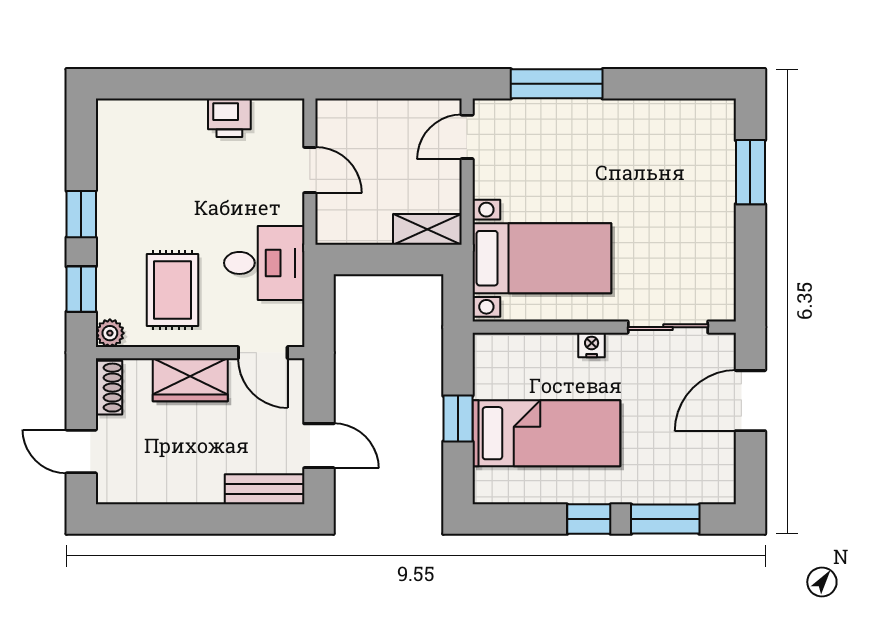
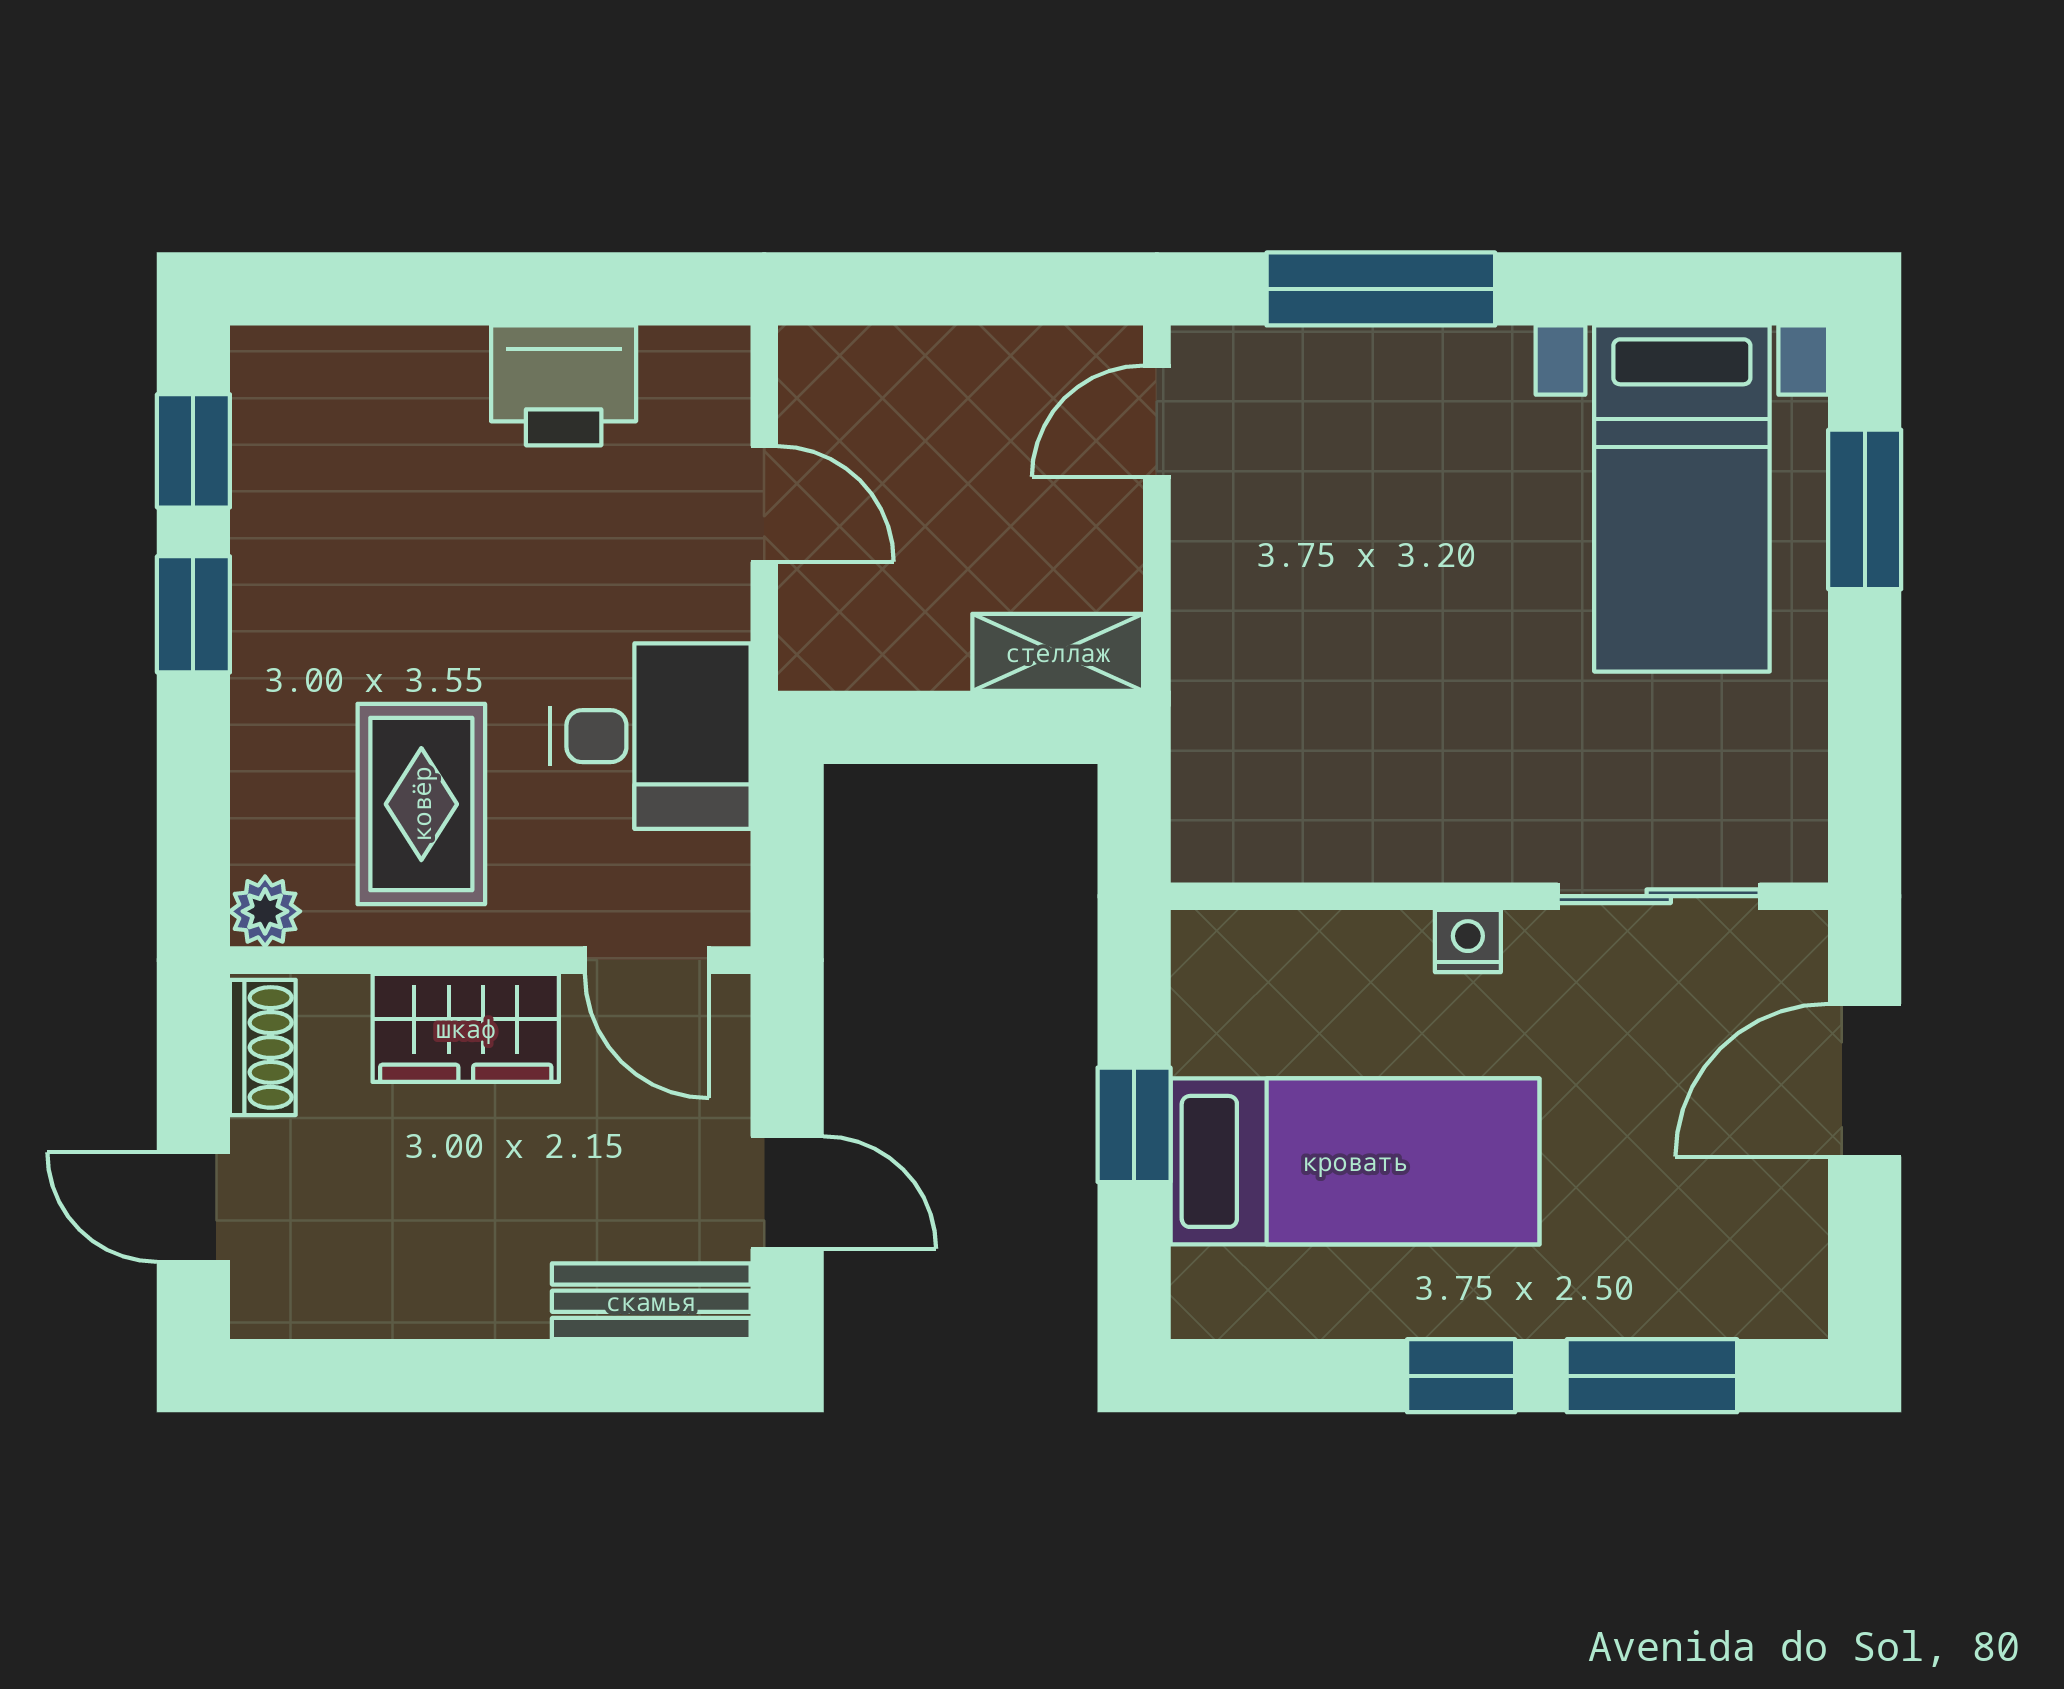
printer: (229, 118) -> (564, 385), width x1.36, depth x1.24
bed with nightstands: (542, 258) -> (1682, 499), moved, turned 90
window: (81, 289) -> (193, 451), moved

